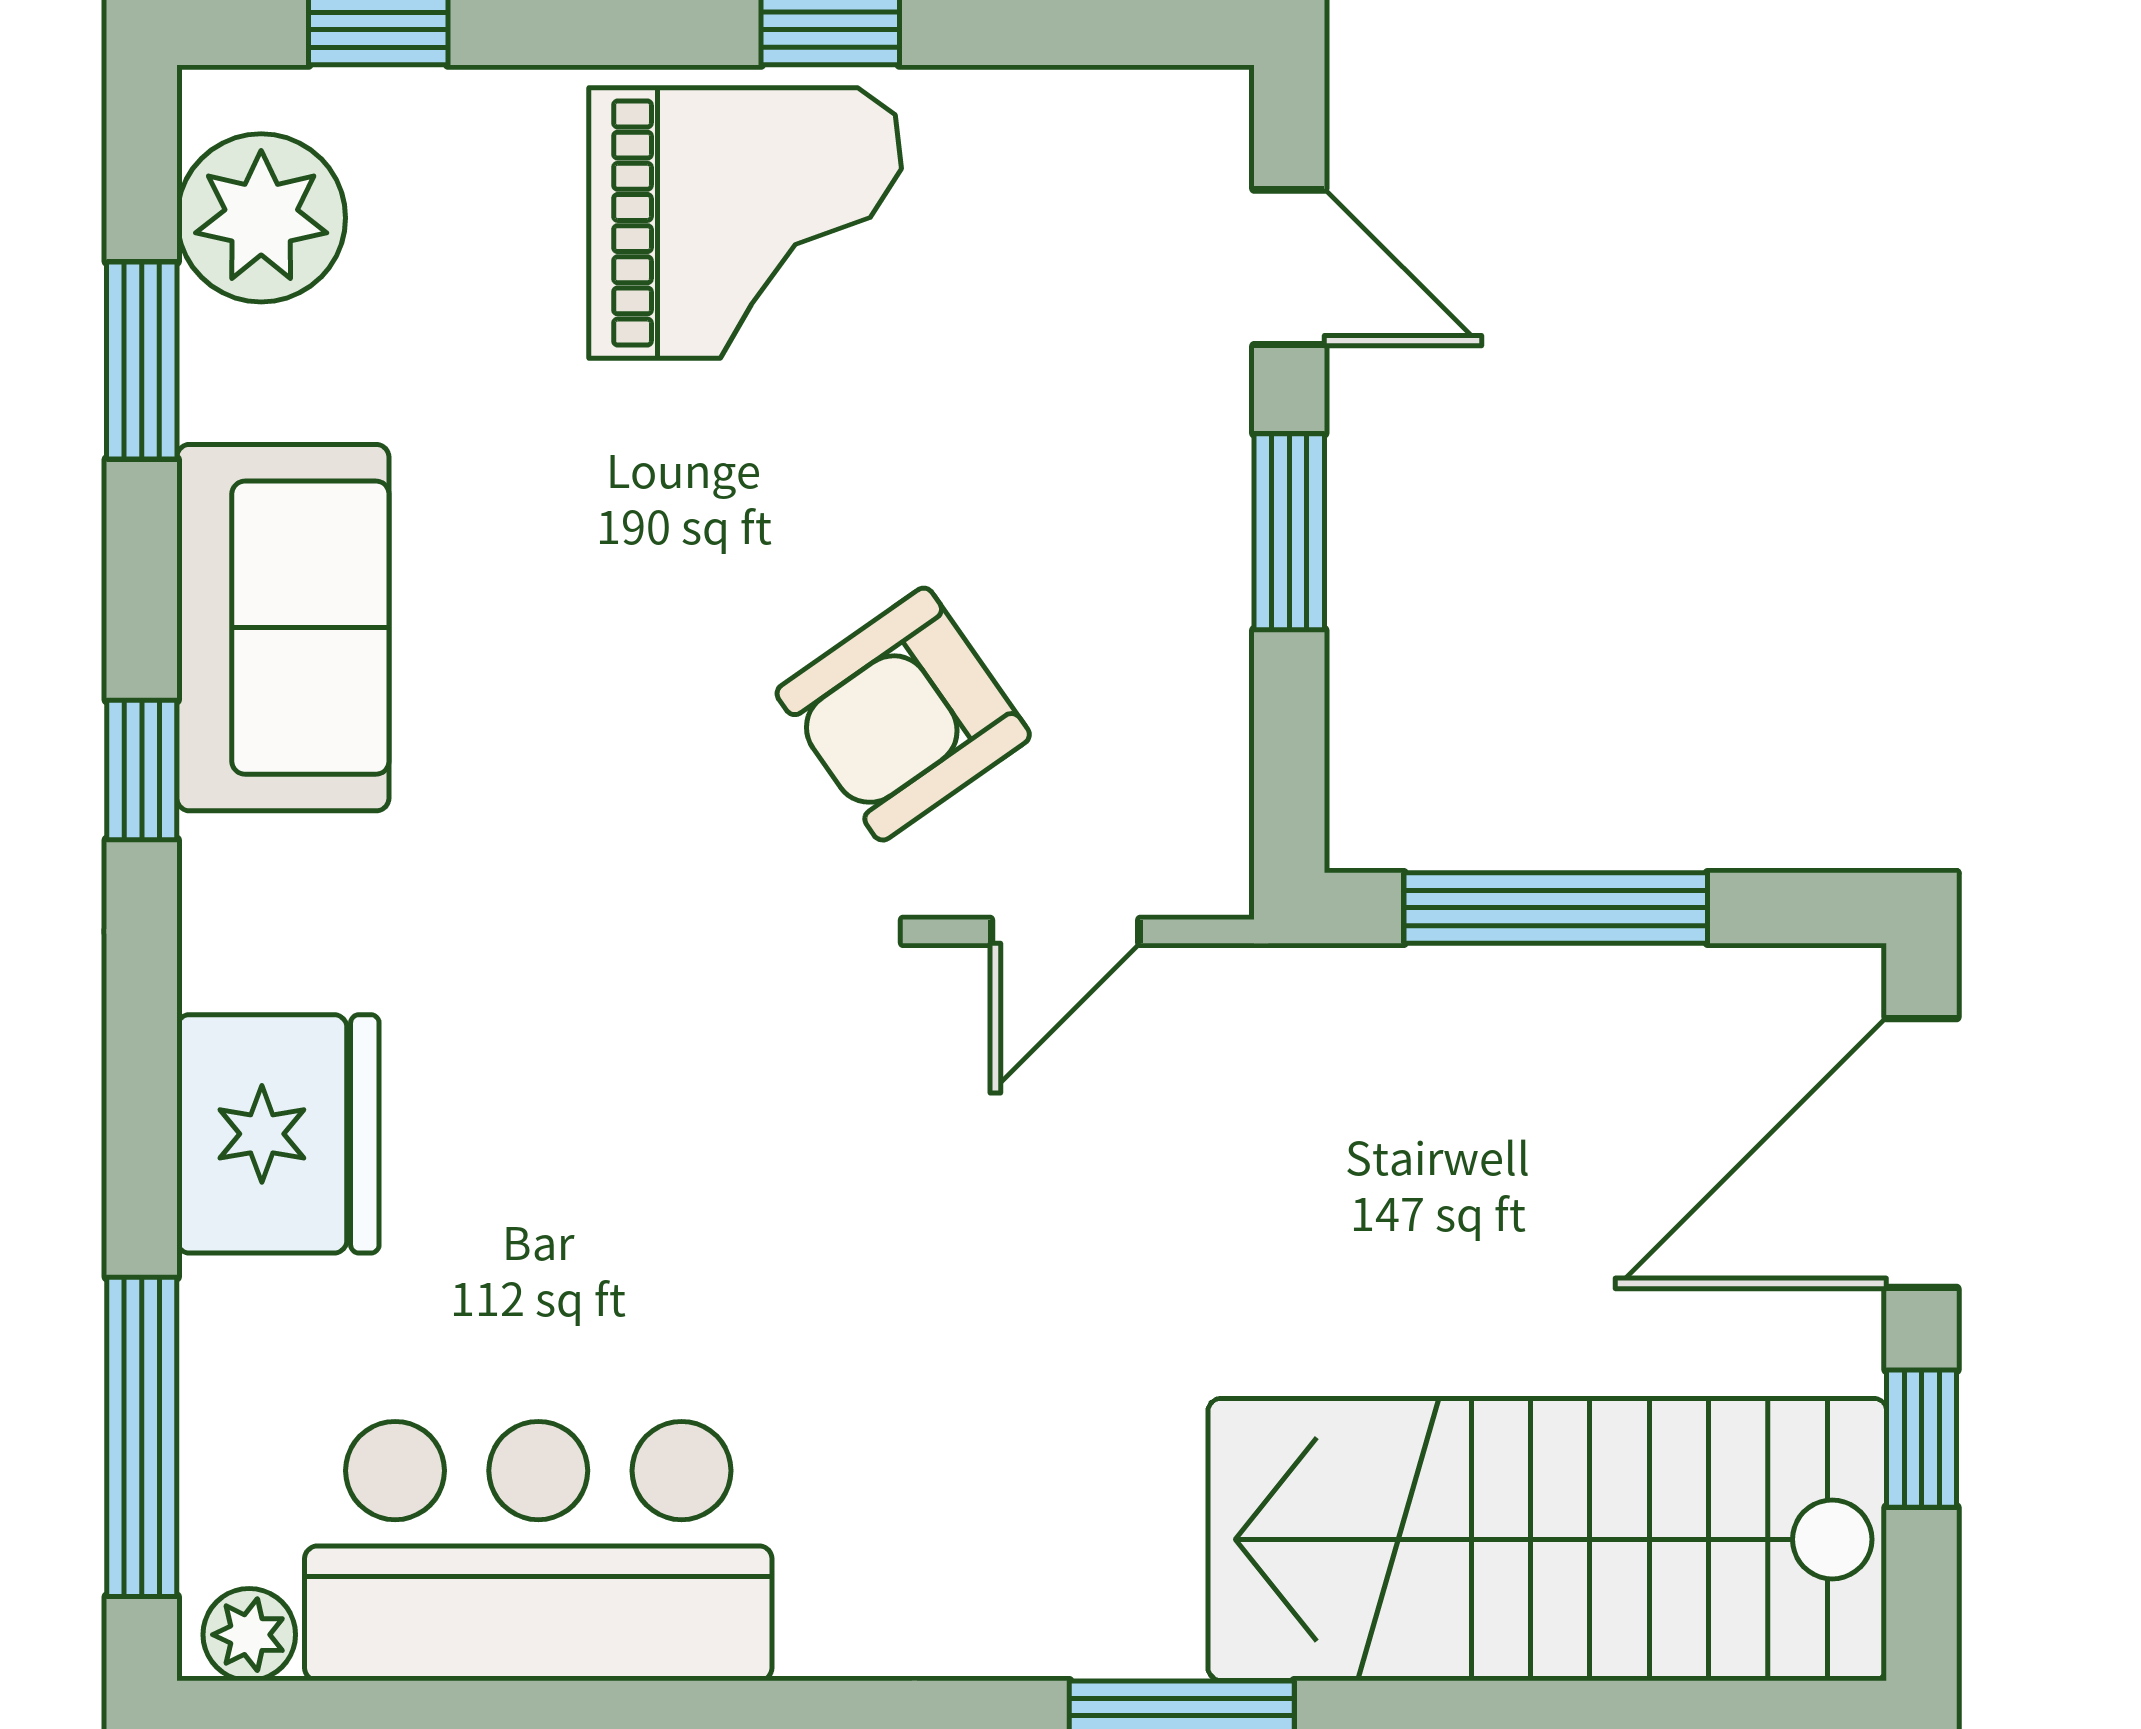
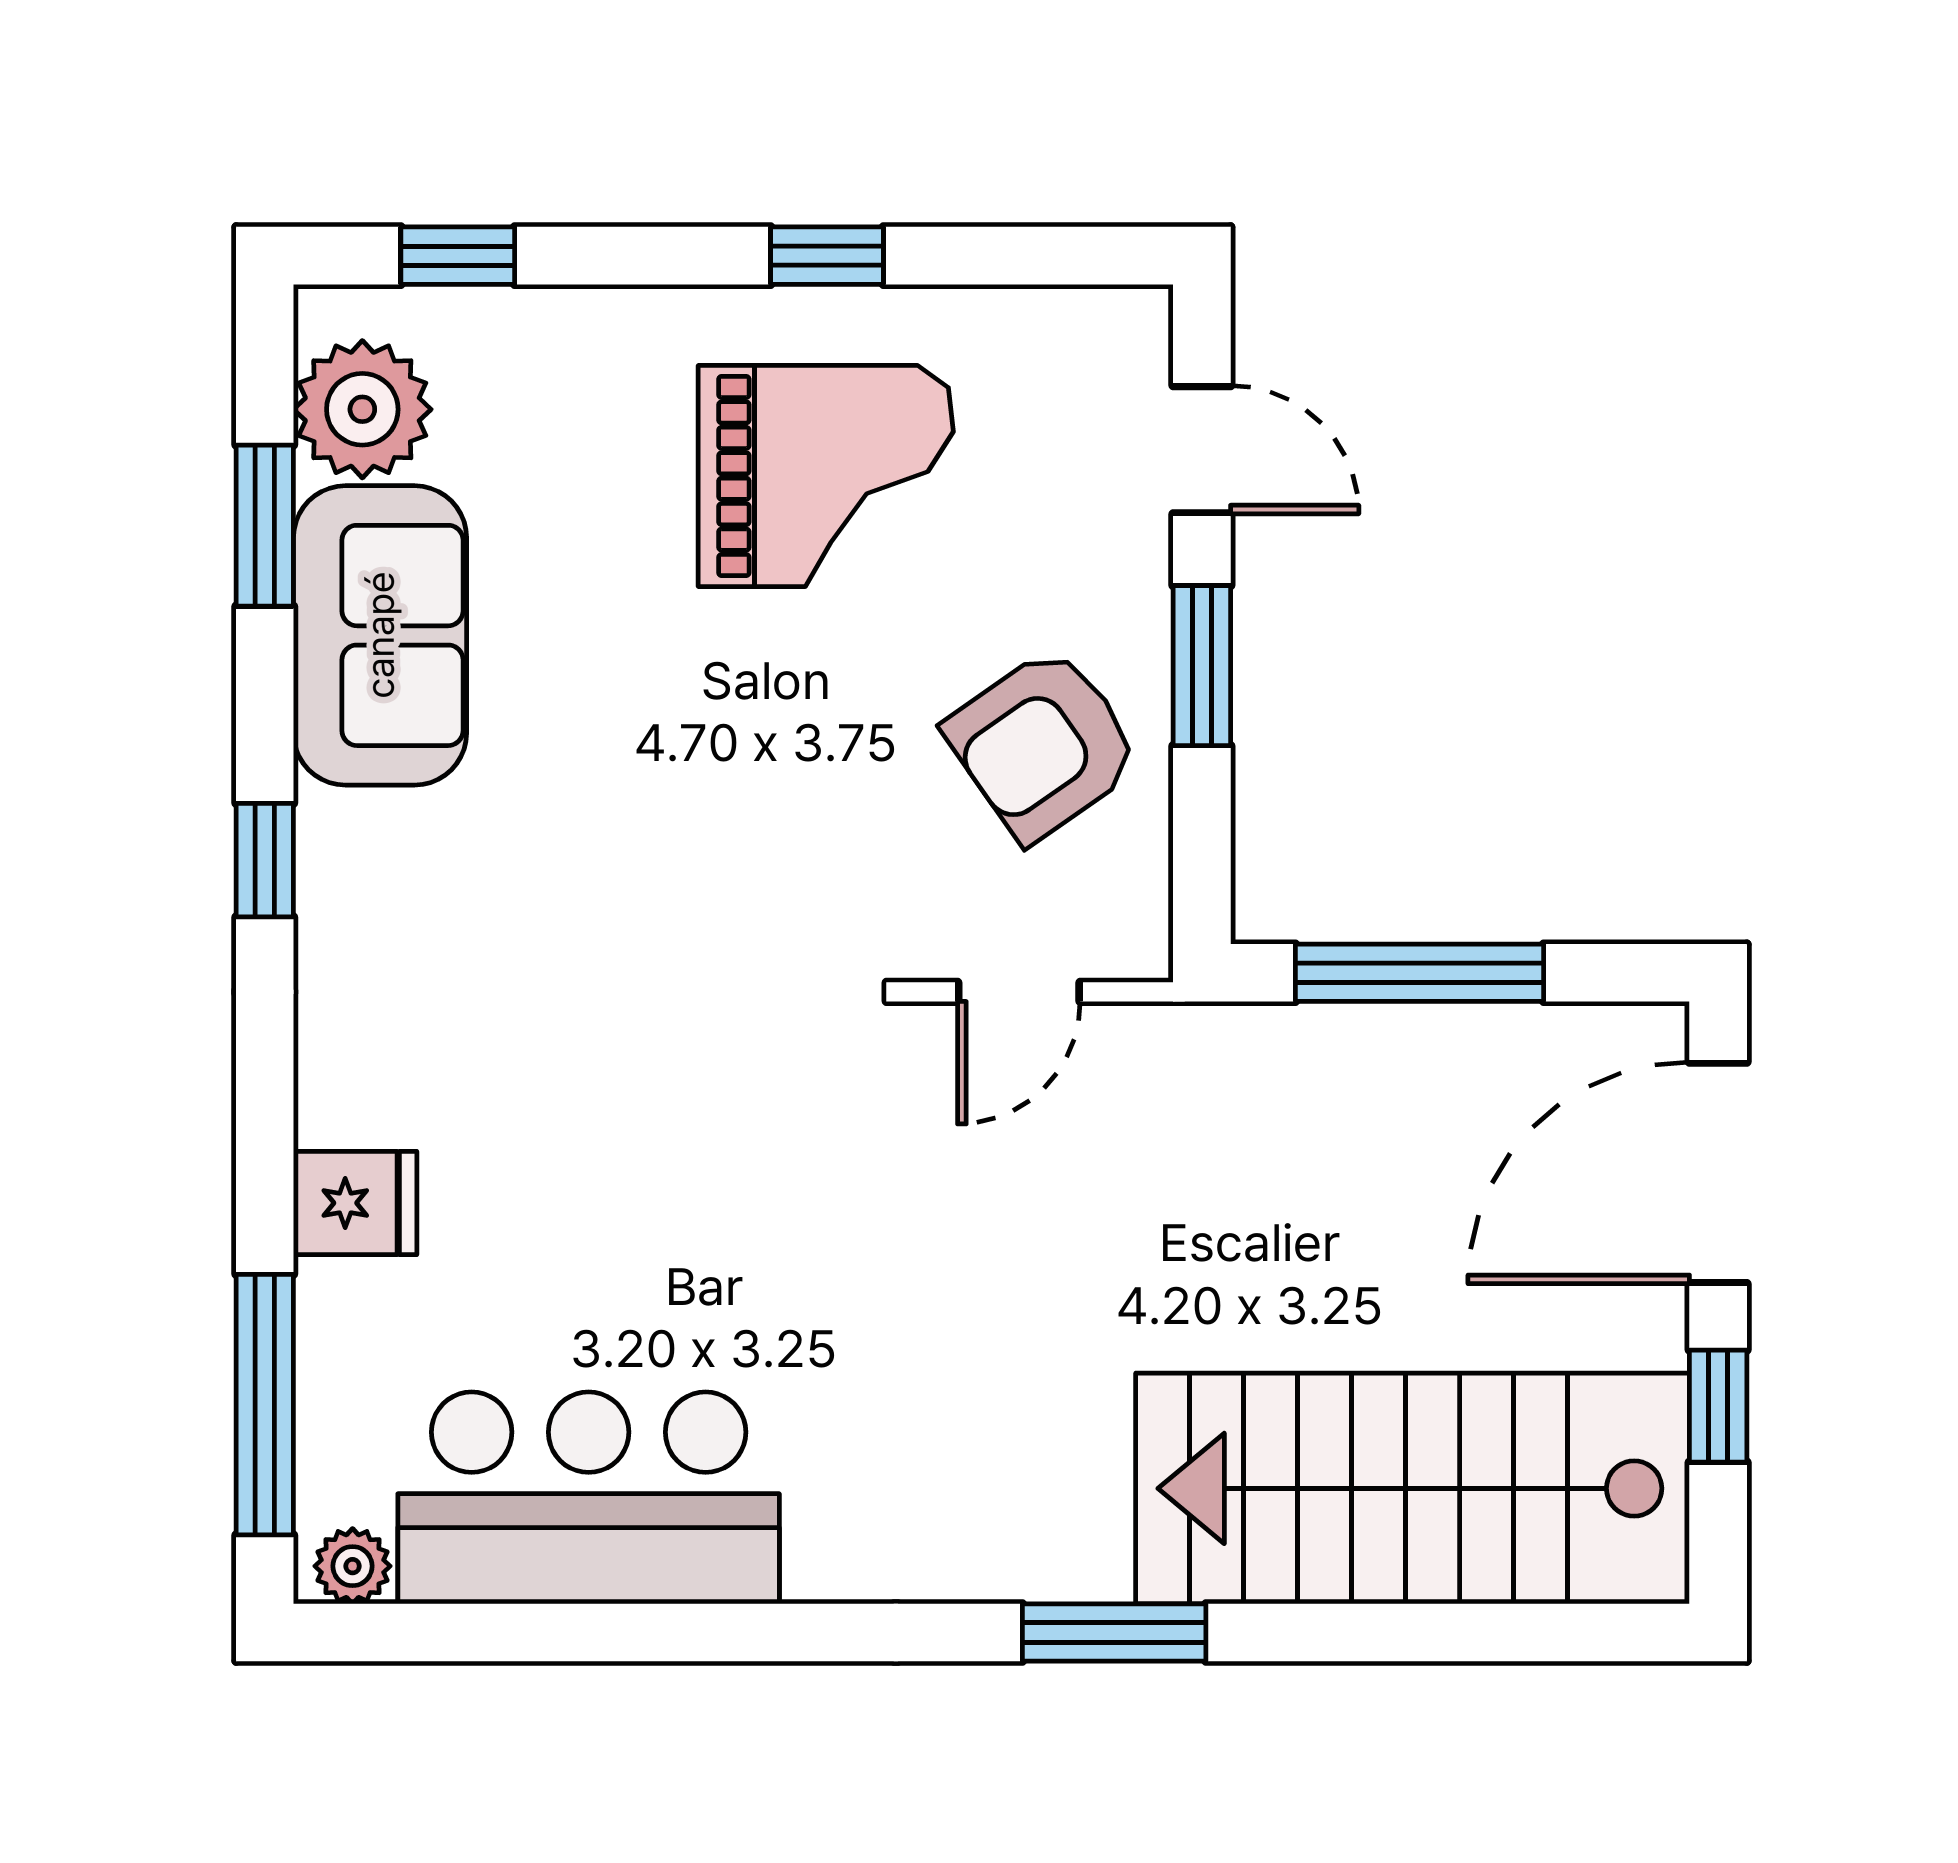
grand piano: (745, 223) -> (826, 476), moved
sofa: (283, 628) -> (380, 635), moved
armchair: (903, 714) -> (1043, 744), moved
fridge: (278, 1134) -> (355, 1203), width x0.53, depth x0.75

